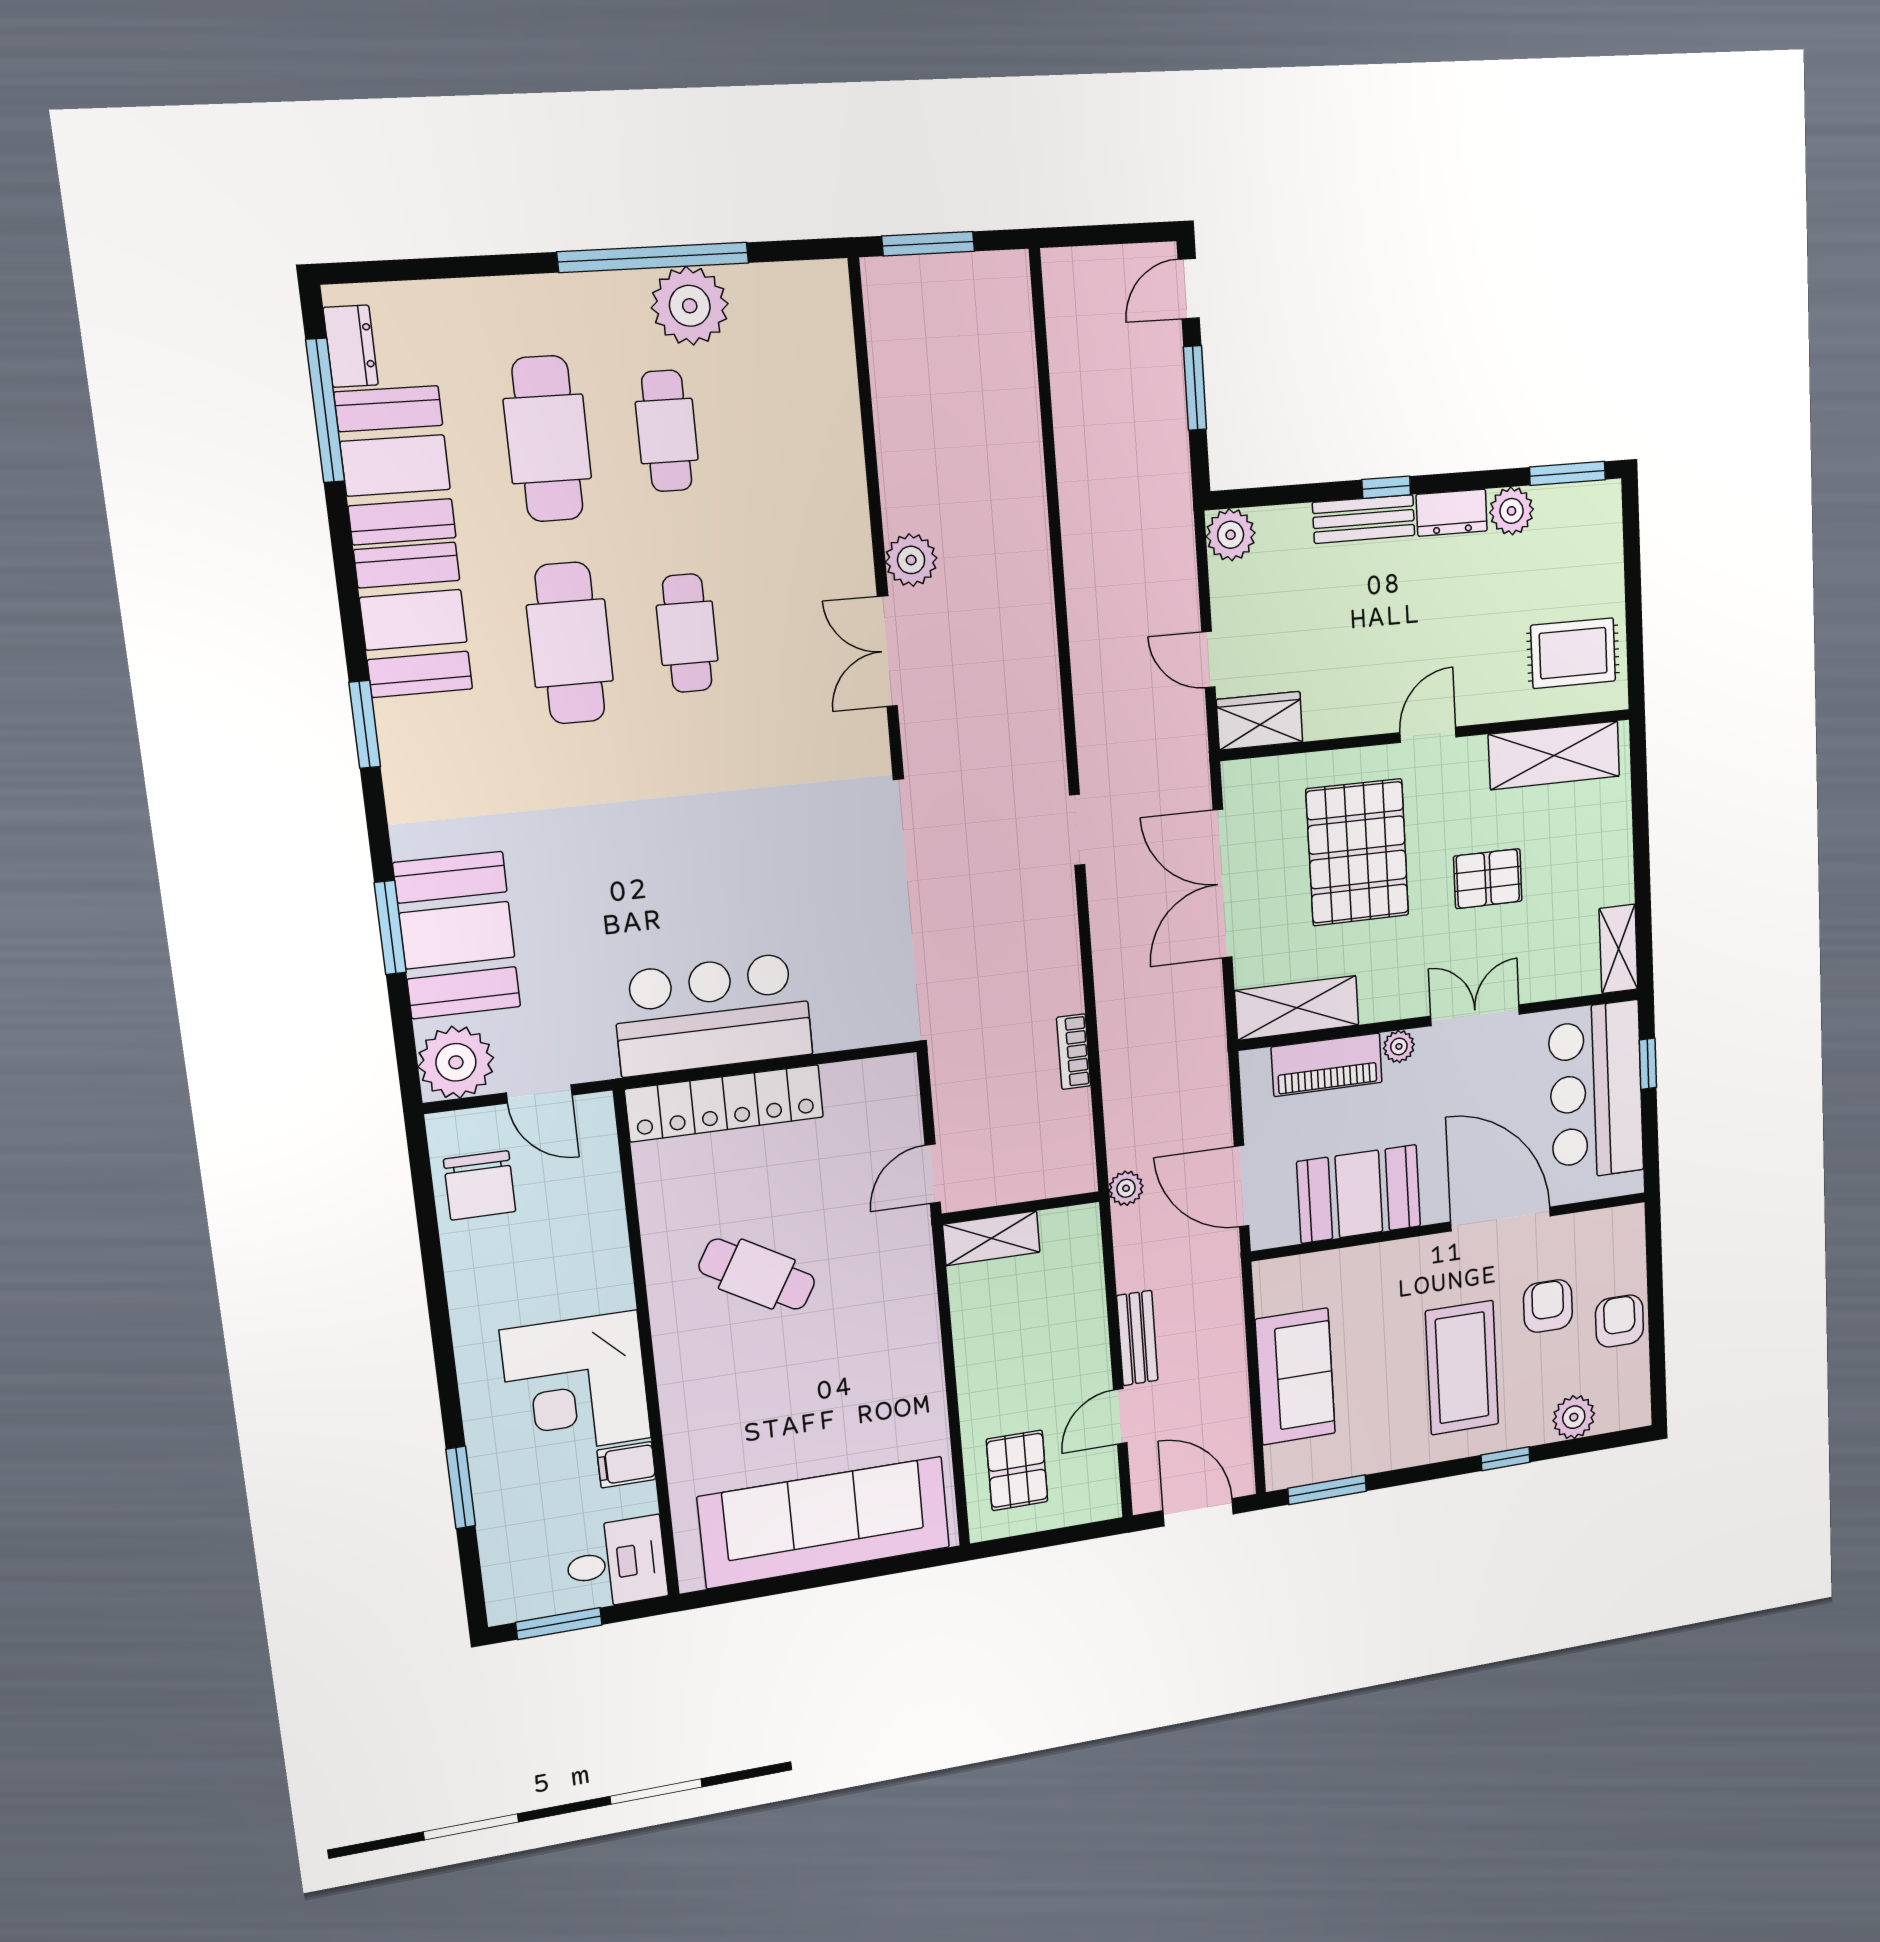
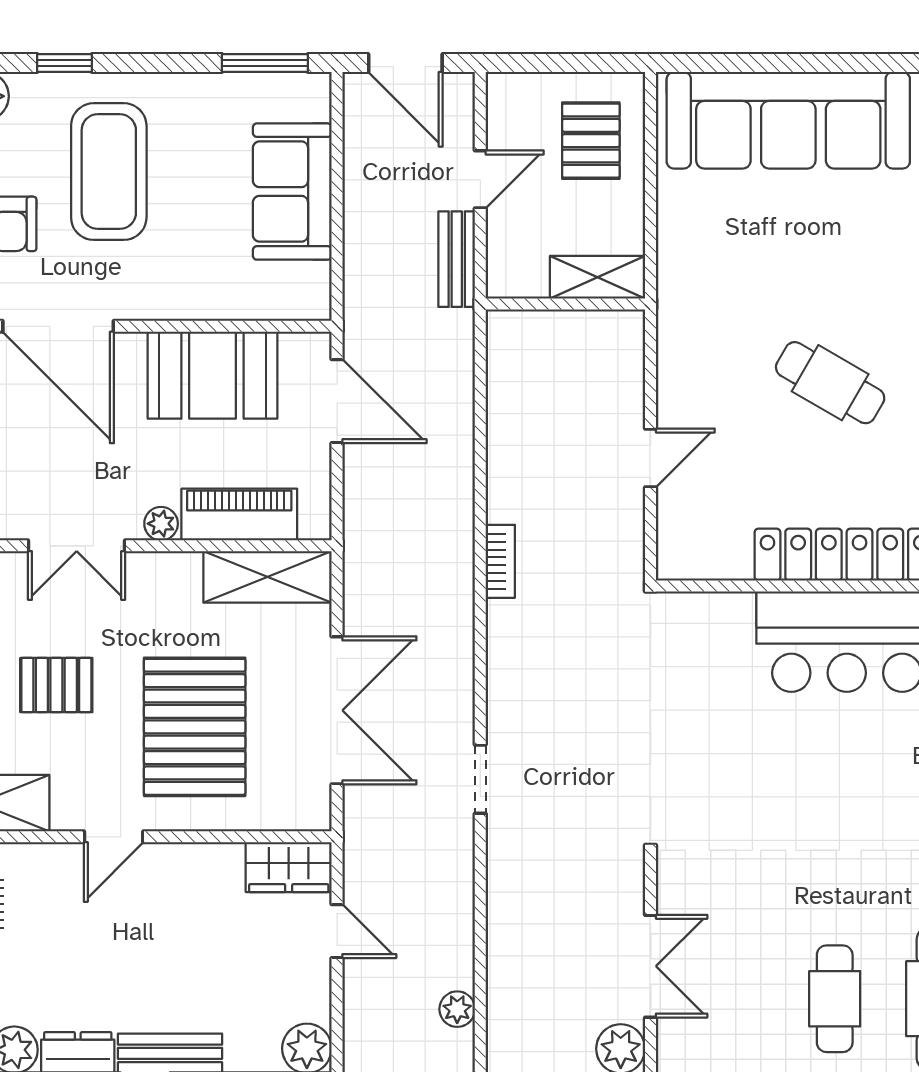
plant: (1126, 1188) -> (457, 1009), moved
wall: (1021, 1208) -> (565, 304), moved
shelving: (991, 1238) -> (598, 277), moved

